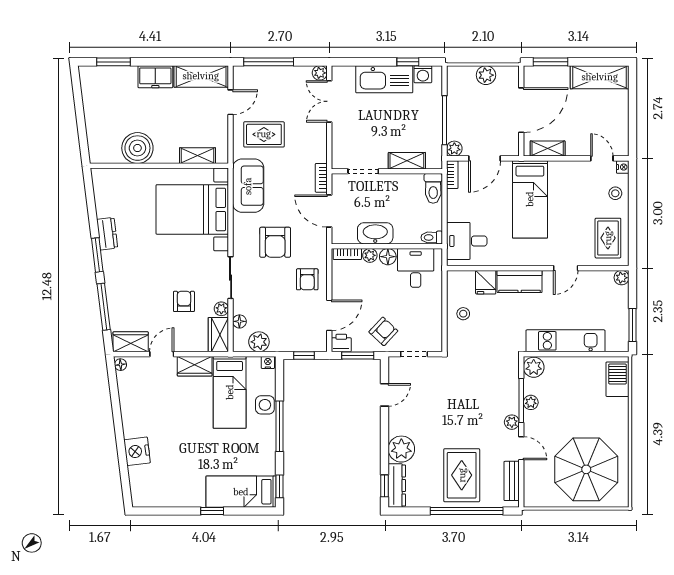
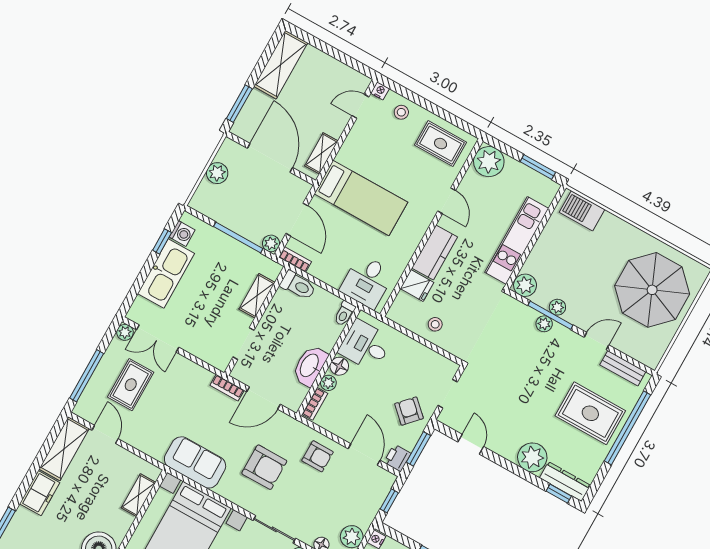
rug: (264, 134) -> (131, 385), moved
plant: (621, 278) -> (489, 162), width x1.88, depth x1.88
plant: (512, 422) -> (544, 324), moved

